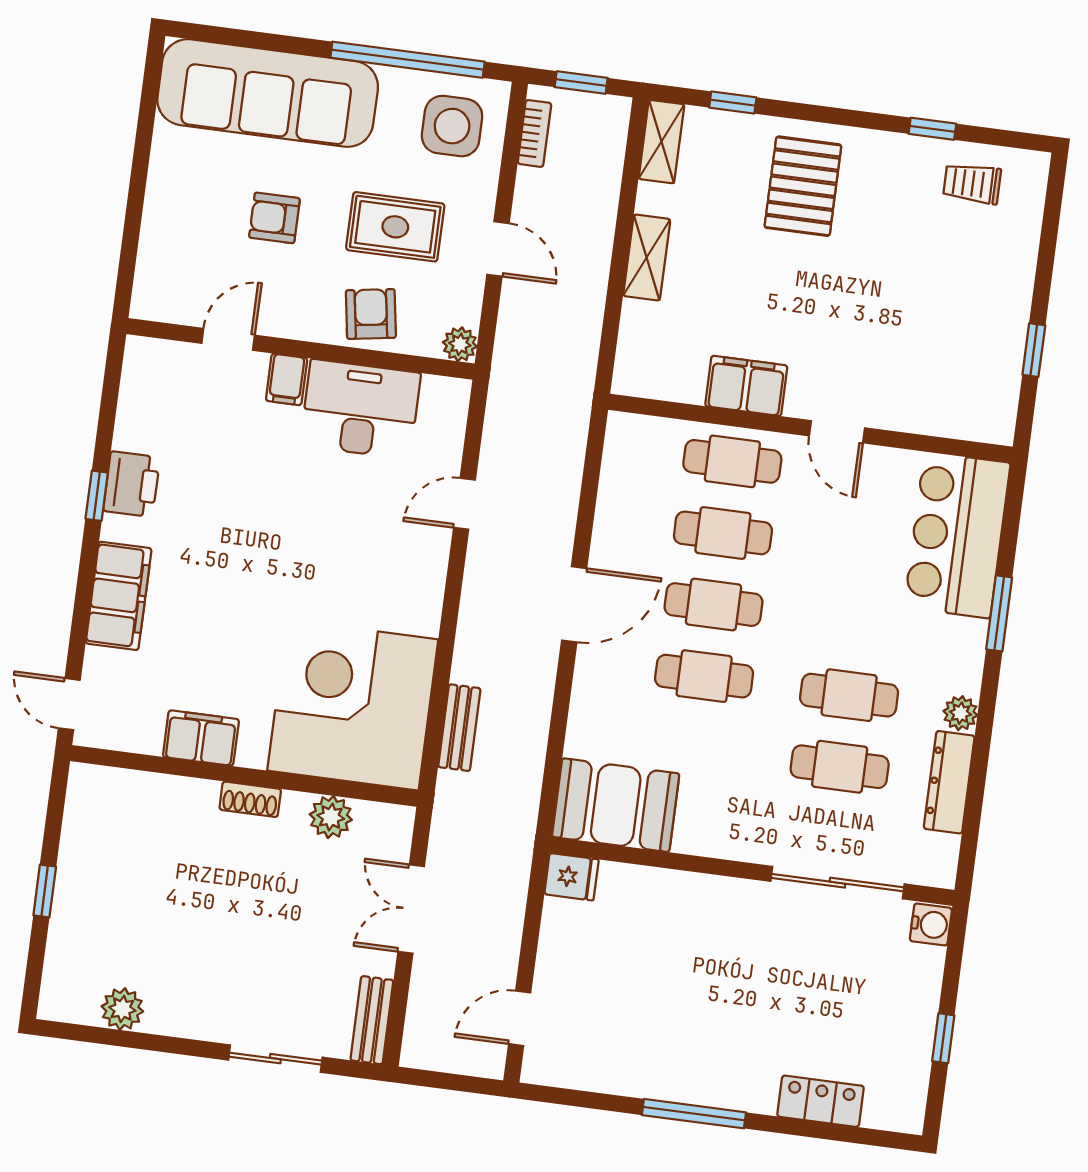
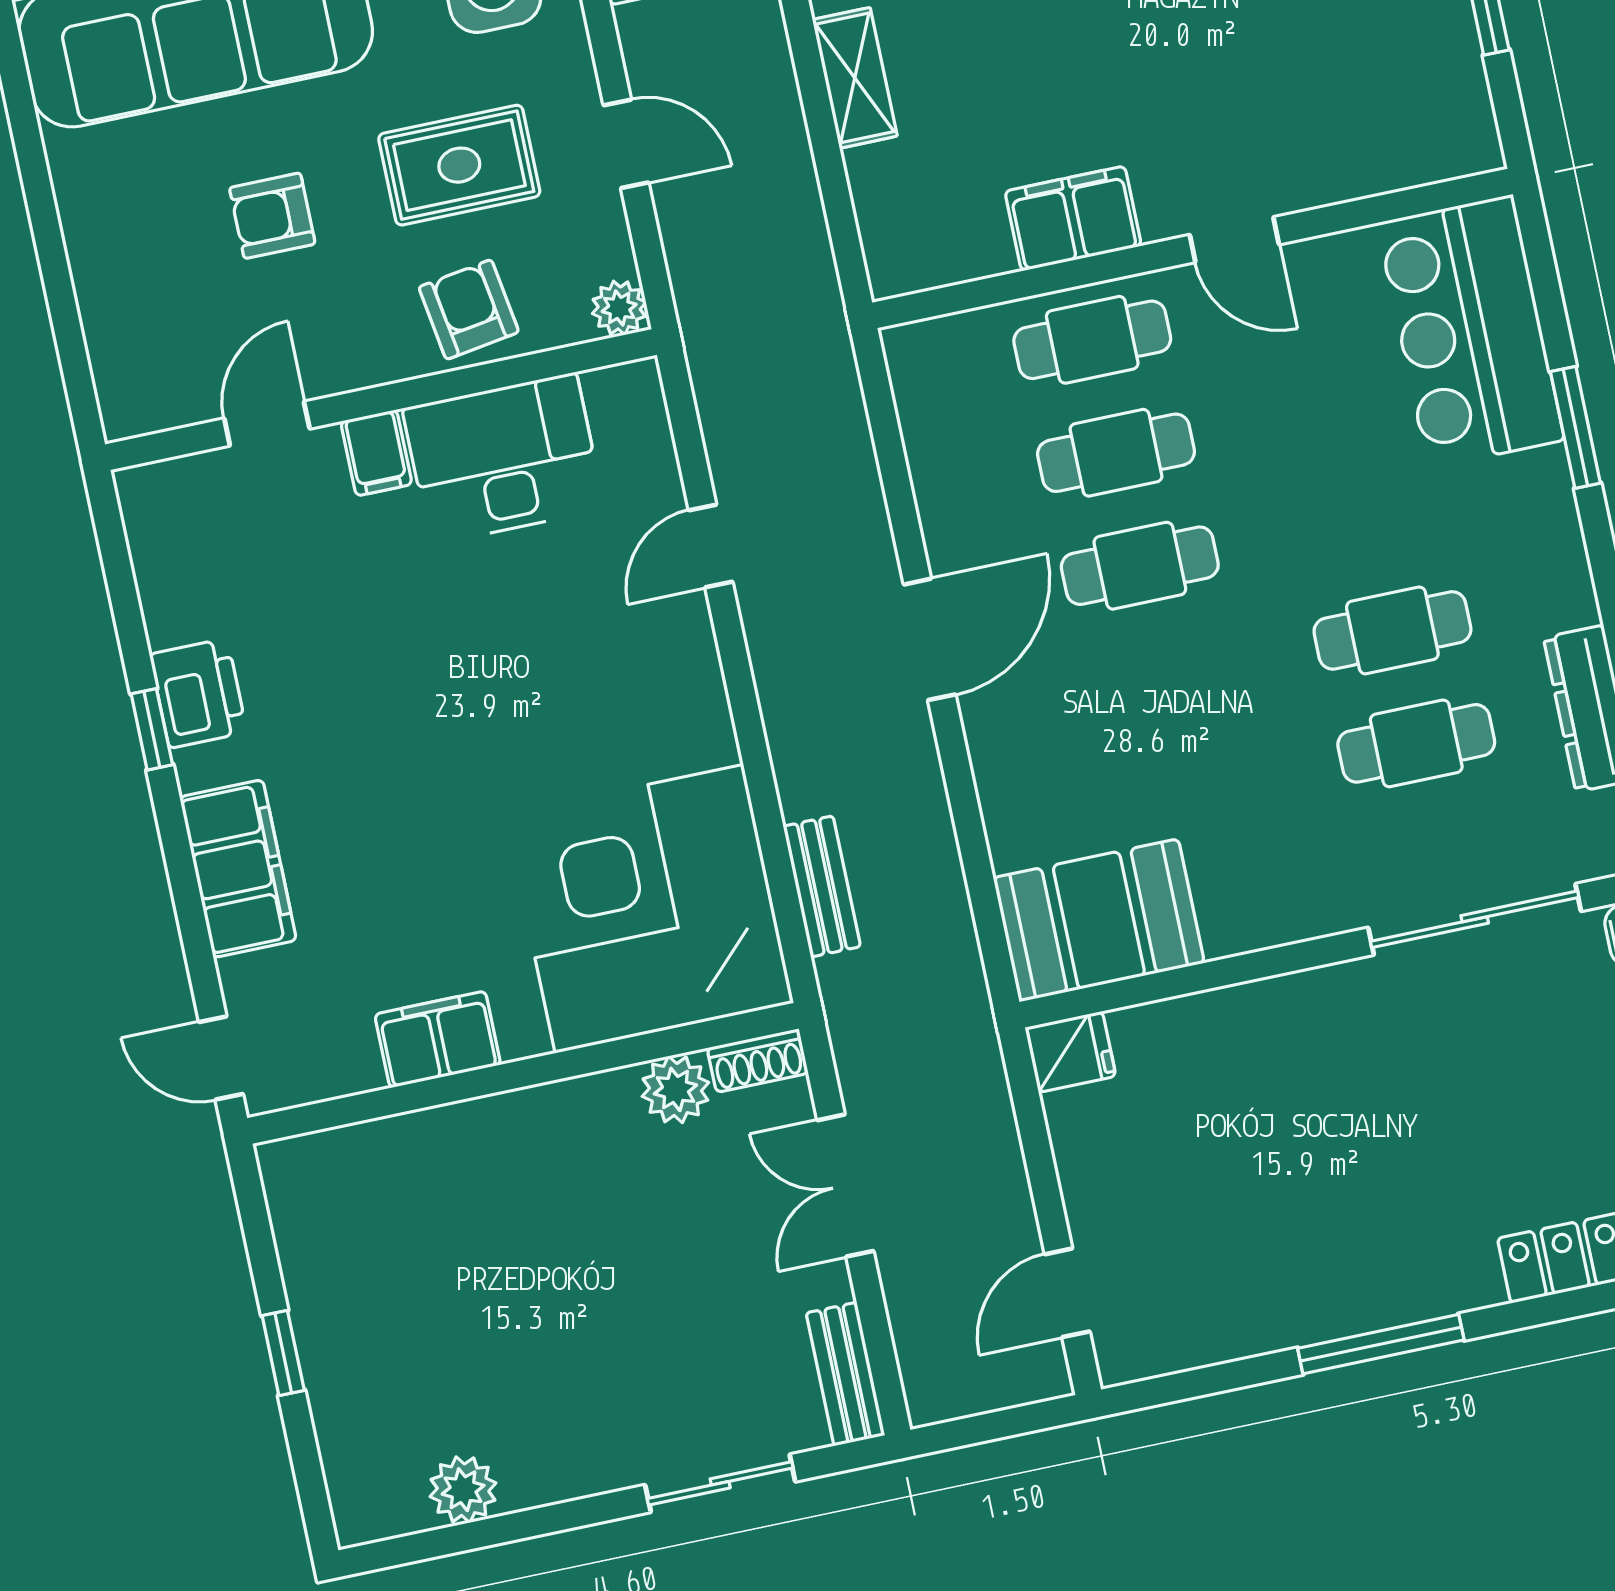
cafe table: (704, 676) -> (1164, 679), removed
plant: (960, 713) -> (1570, 598), removed
shoe rack: (250, 799) -> (758, 1061), moved

